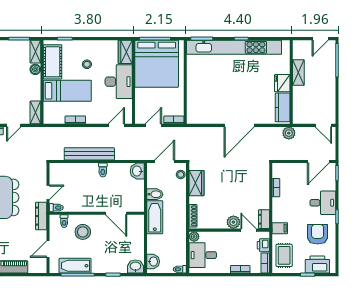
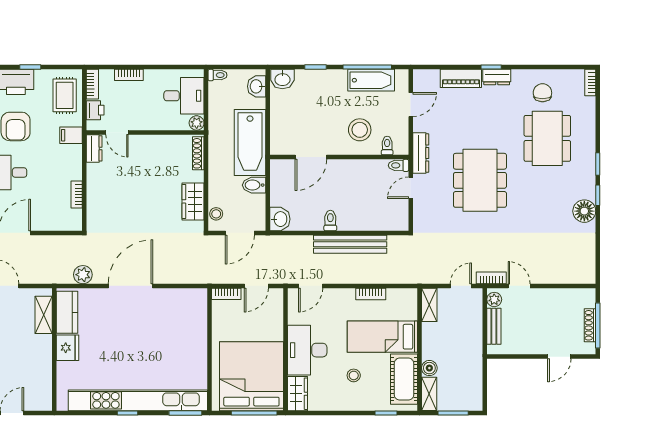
shelving: (298, 73) -> (44, 315), moved
plant: (289, 133) -> (83, 275), moved
door: (116, 213) -> (311, 157), swing flipped
bathtub: (155, 217) -> (250, 142), width x1.36, depth x1.36
plant: (233, 222) -> (139, 144), removed

